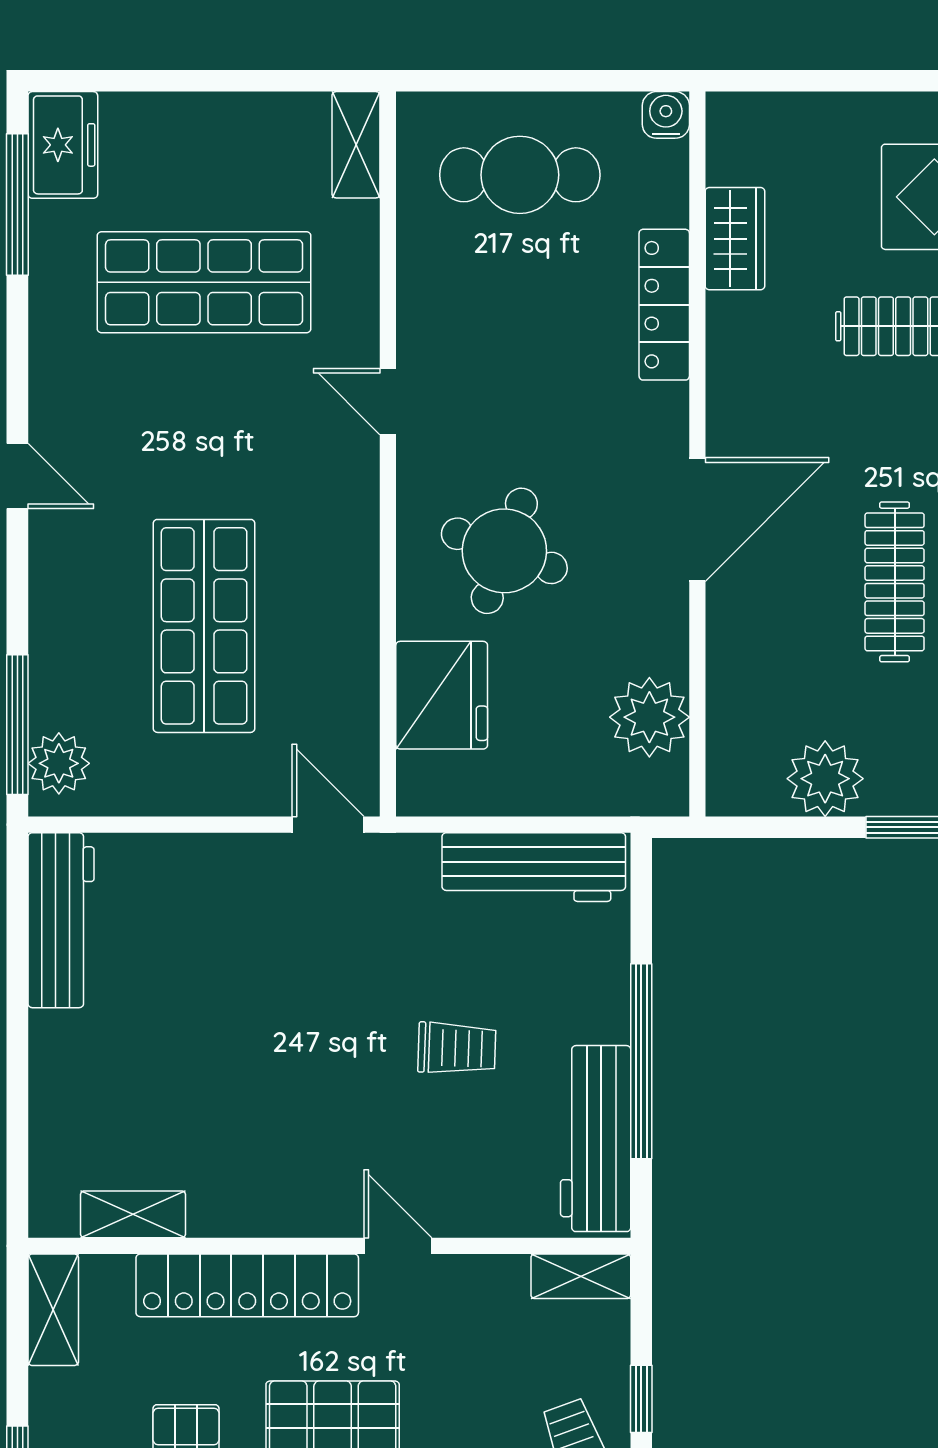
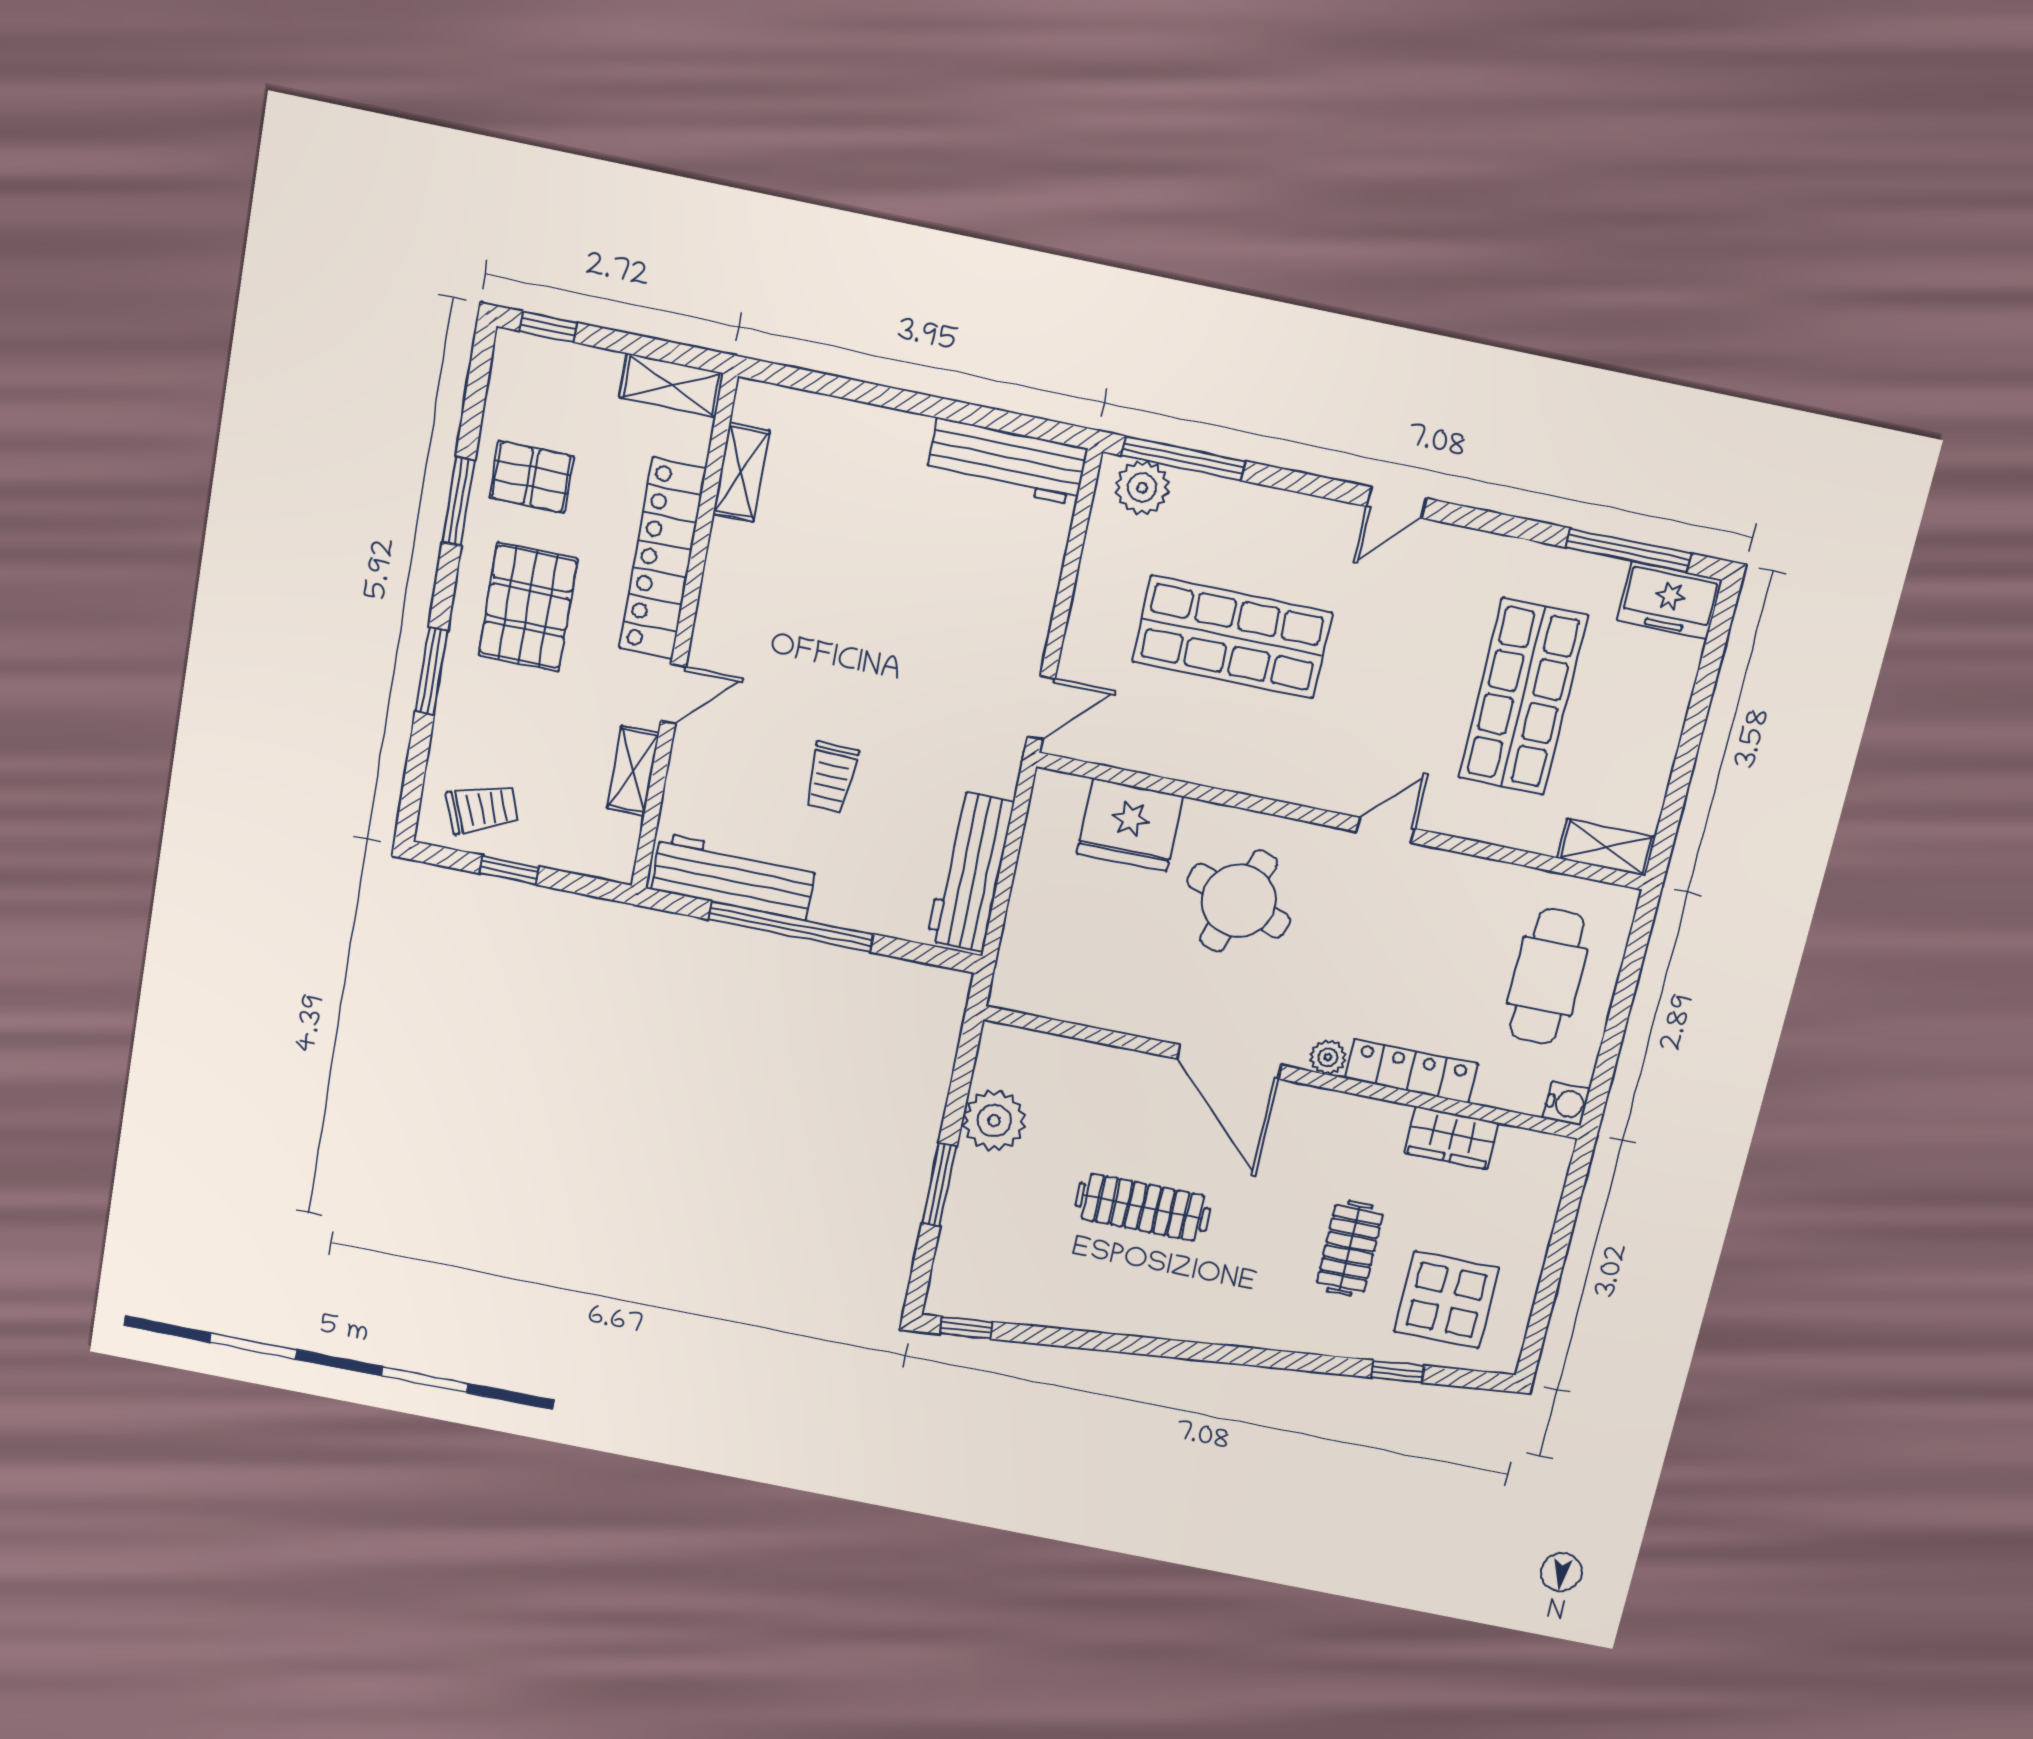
plant: (649, 717) -> (1328, 1057), moved, width x0.53, depth x0.53
shelving: (581, 1276) -> (633, 771), moved

